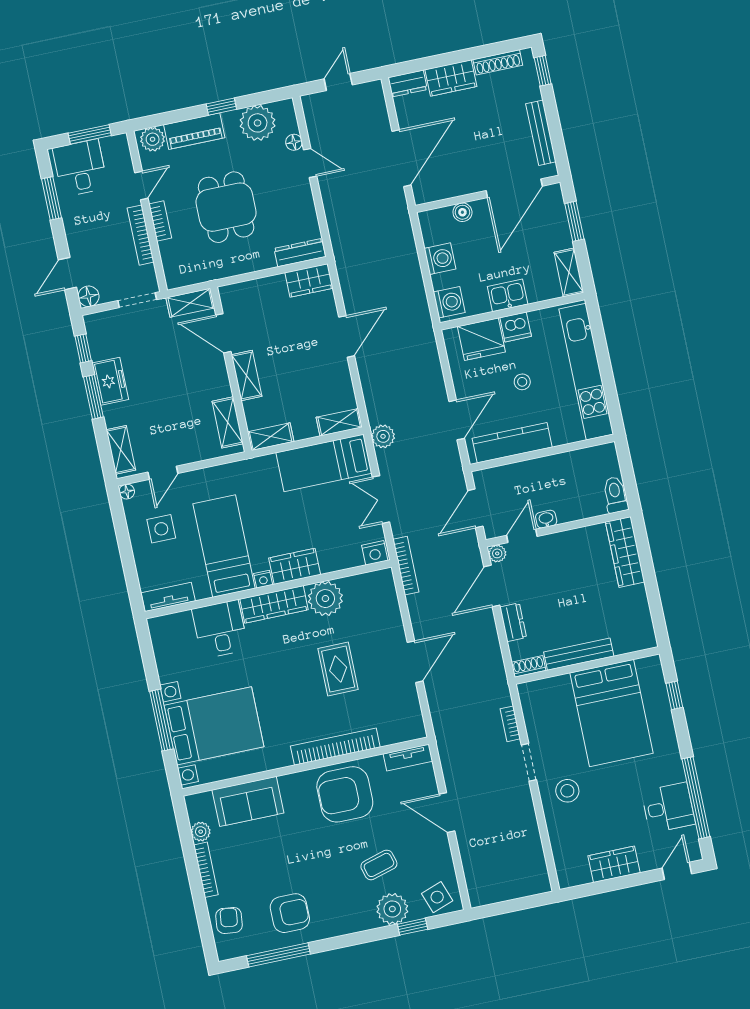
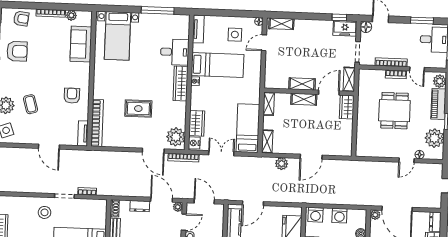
plant: (422, 195) -> (375, 215), added
dining table: (226, 207) -> (394, 111), turned 90
dresser: (300, 253) -> (361, 143), removed
wardrobe: (309, 280) -> (347, 107), moved
door: (347, 336) -> (311, 157), hinge flipped
freezer: (110, 381) -> (345, 28), moved
window: (93, 397) -> (313, 16), removed
door: (457, 420) -> (253, 203), hinge flipped
shelving: (228, 422) -> (302, 84), moved
plant: (383, 436) -> (282, 164), moved
door: (163, 473) -> (264, 43), hinge flipped
door: (522, 536) -> (184, 222), hinge flipped
wardrobe: (295, 566) -> (197, 123), moved
plant: (325, 599) -> (176, 137), moved
door: (415, 662) -> (153, 151), moved
window: (161, 720) -> (158, 10), moved
bed with nightstands: (214, 726) -> (118, 36), width x0.73
bookcase: (335, 747) -> (97, 123), moved
armchair: (345, 794) -> (72, 96), width x0.53, depth x0.53
door: (447, 813) -> (49, 147), swing flipped
armchair: (290, 913) -> (17, 51), turned -90

